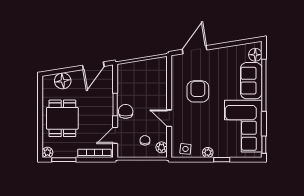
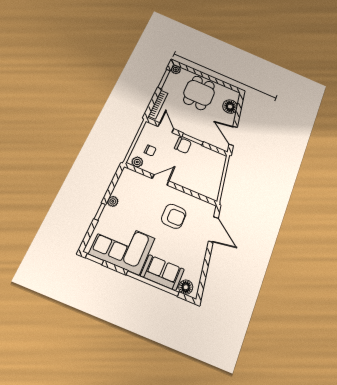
dining table: (62, 118) -> (199, 93), turned 90
side table: (185, 149) -> (126, 182), removed

